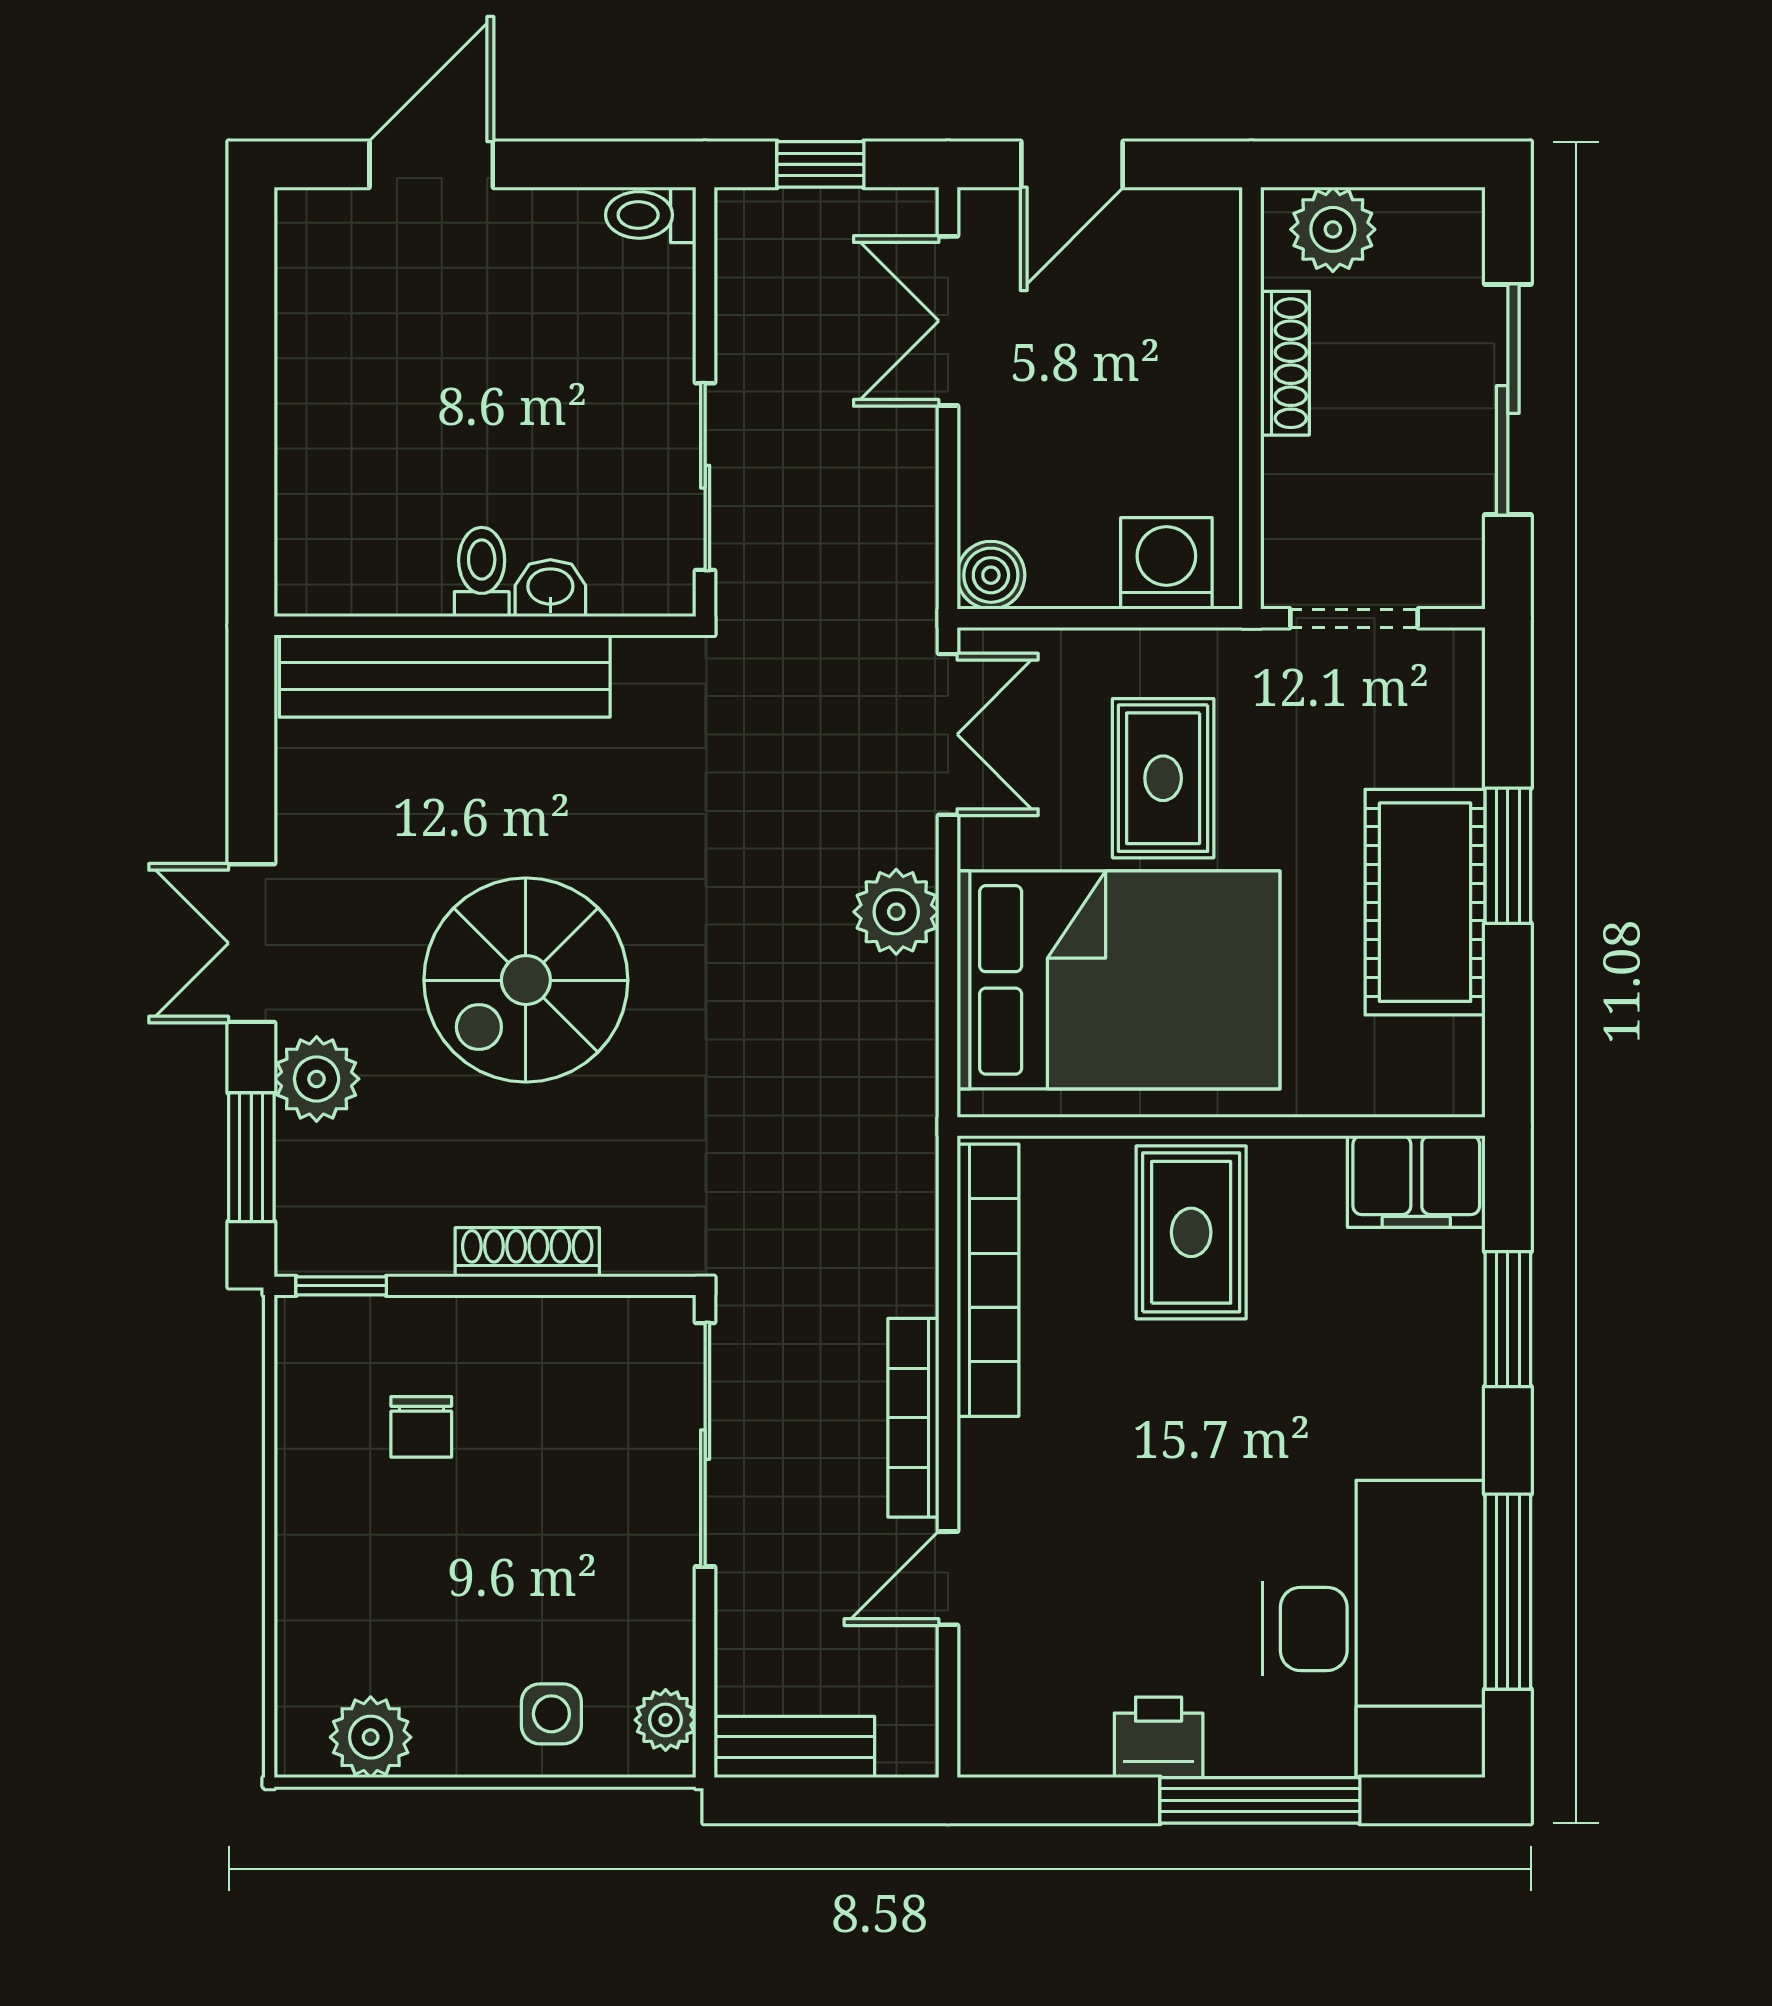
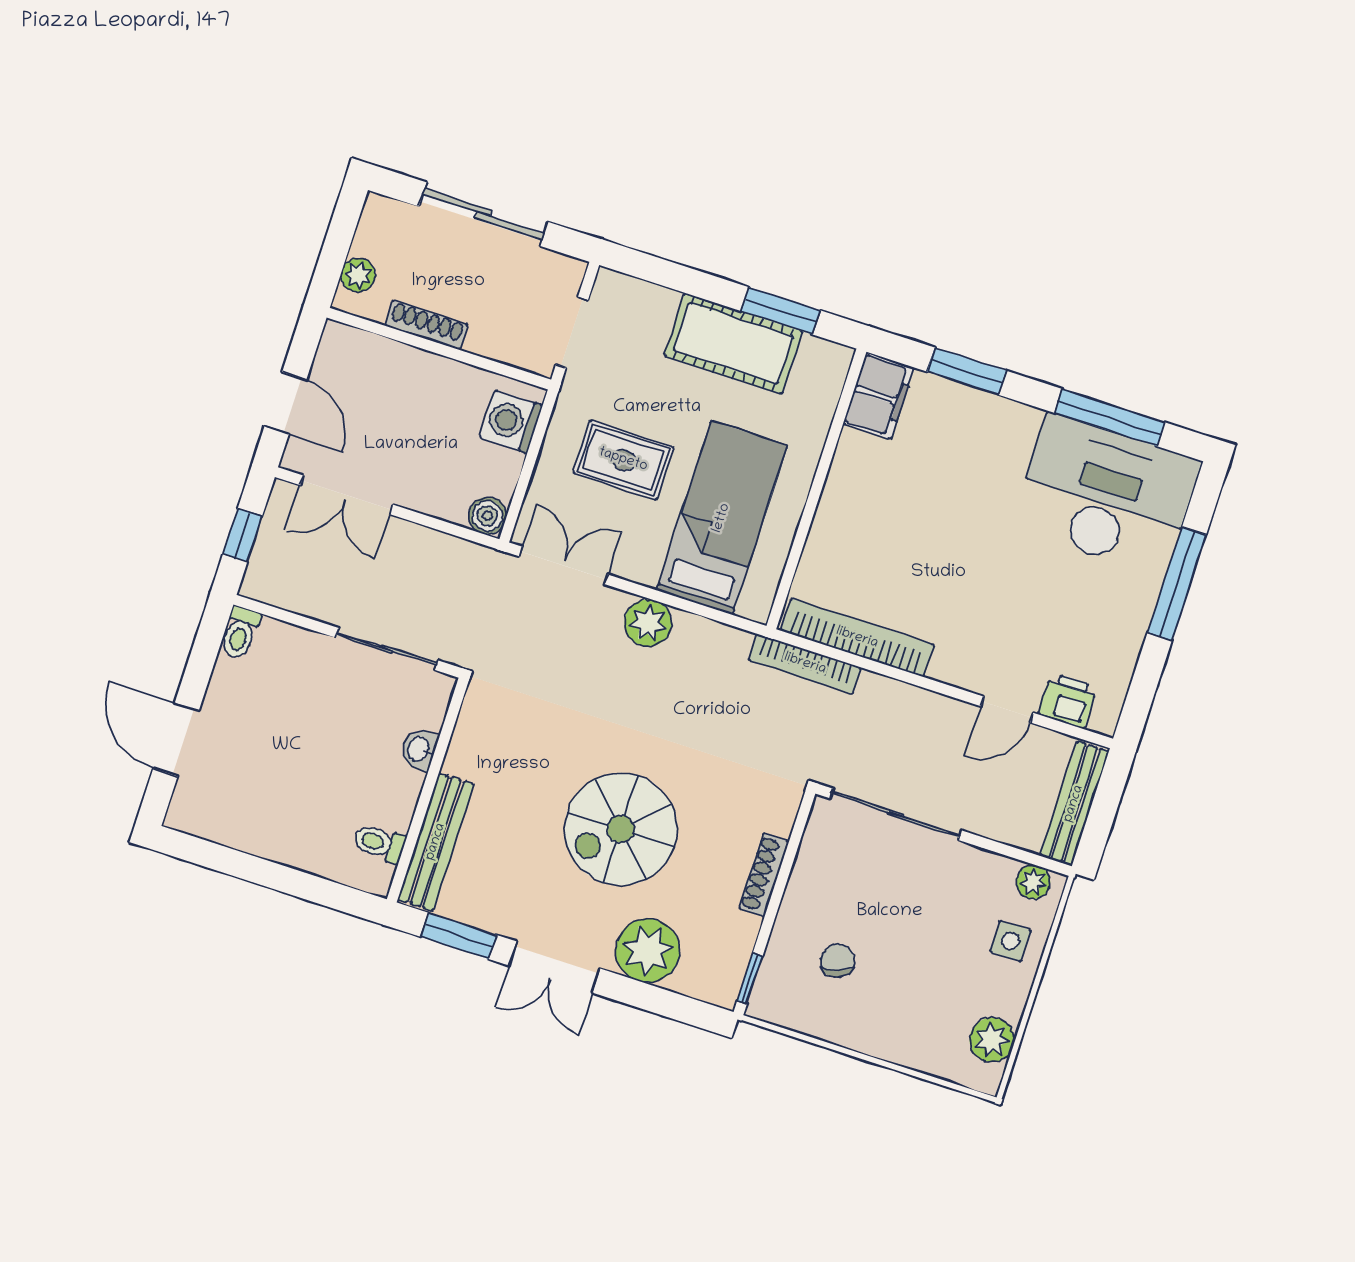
plant: (1333, 229) -> (358, 275), width x0.73, depth x0.73
toilet: (482, 572) -> (379, 843), moved
bench: (445, 676) -> (436, 842), width x0.73, depth x0.82
window: (1508, 856) -> (781, 311), moved
spiral stairs: (526, 980) -> (621, 829), turned 90
bed: (1118, 980) -> (722, 518), width x0.67
plant: (317, 1079) -> (648, 951), width x1.36, depth x1.36
window: (251, 1157) -> (458, 936), moved
rug: (1191, 1232) -> (867, 523), removed
bookcase: (913, 1418) -> (805, 664), moved
chair: (421, 1427) -> (838, 960), turned -108
door: (948, 1578) -> (1007, 710), hinge flipped
printer: (1159, 1737) -> (1068, 701), moved, turned 90
bench: (794, 1747) -> (1074, 804), width x1.36

